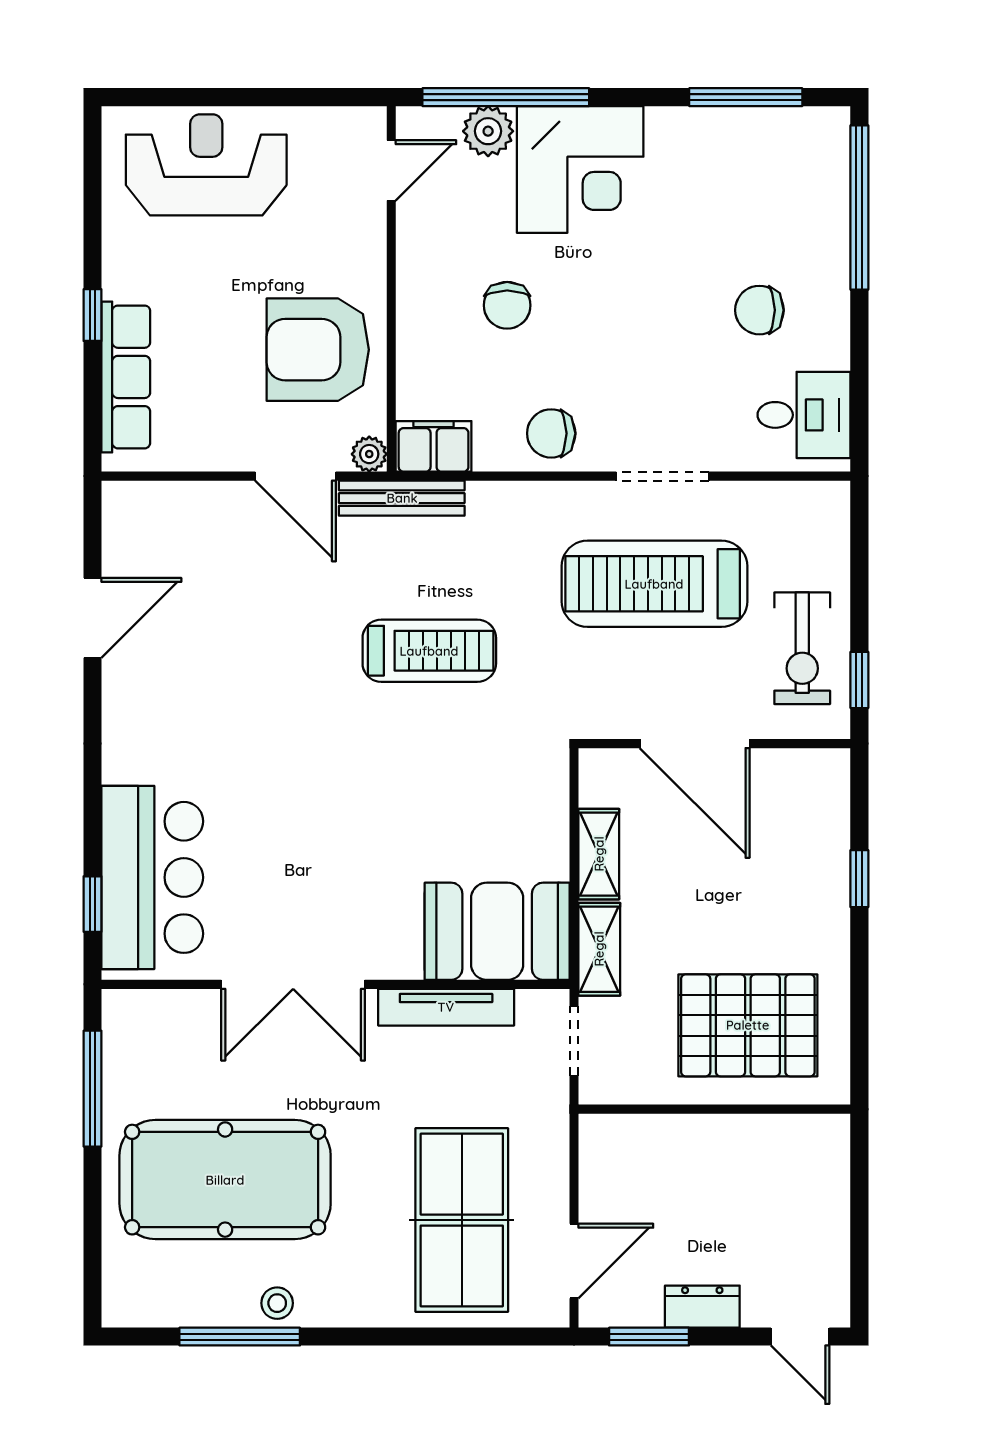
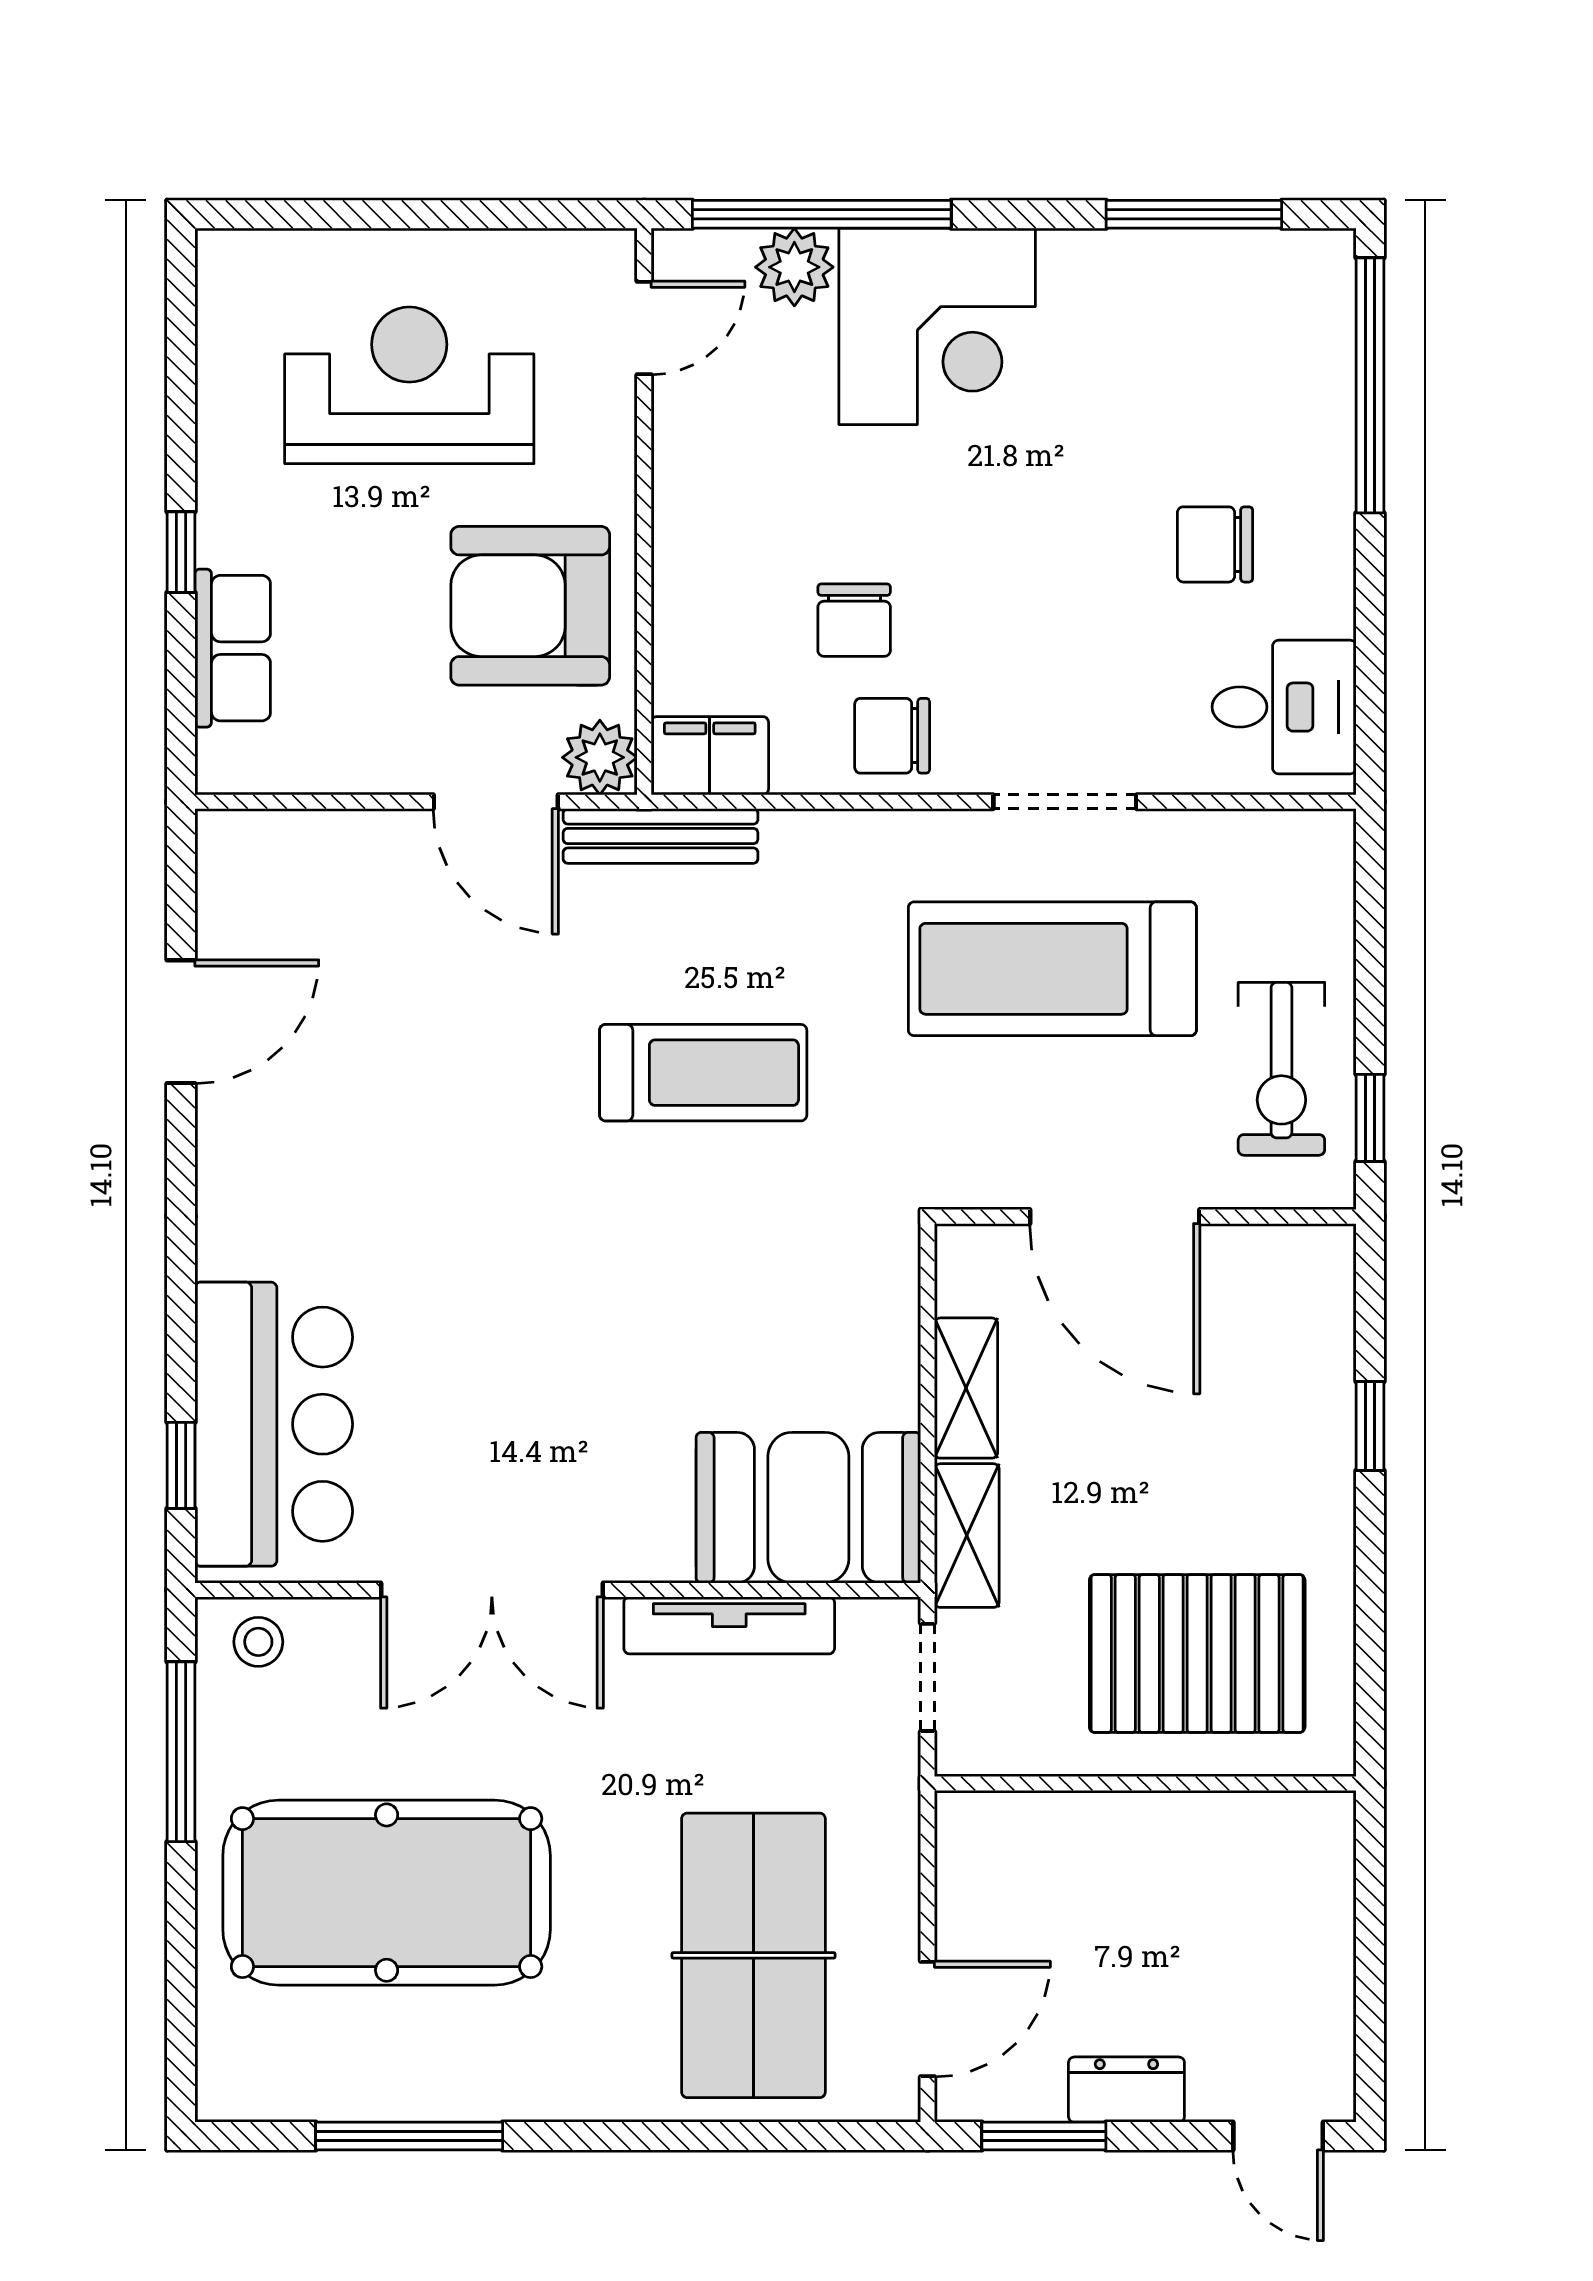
reception desk: (206, 165) -> (409, 385), moved
chair: (507, 305) -> (854, 620), moved
row of seats: (126, 377) -> (233, 648), width x0.68
plant: (369, 454) -> (600, 757), width x1.38, depth x1.38
stool: (277, 1303) -> (258, 1642), moved

